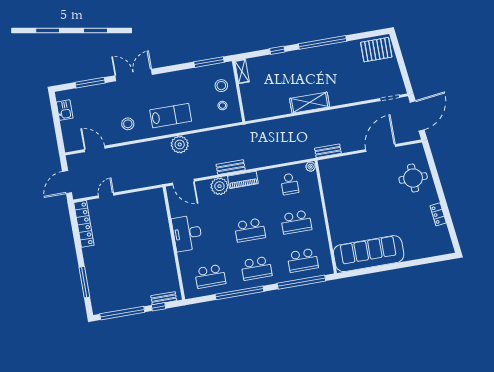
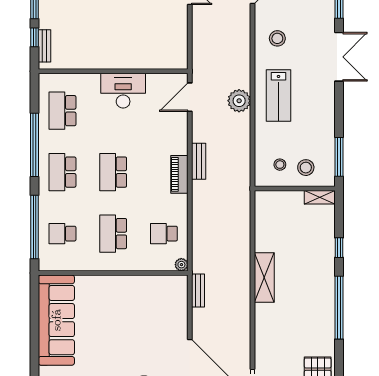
plant: (219, 186) -> (177, 143), removed
school desk: (303, 260) -> (62, 234), width x0.54

